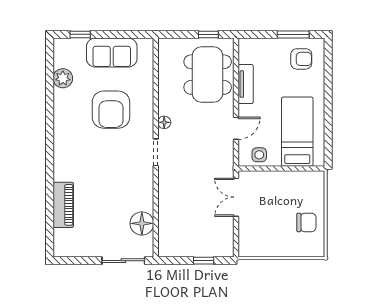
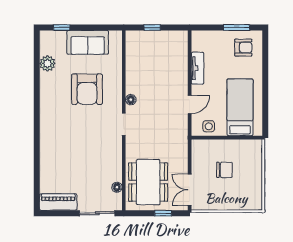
window: (208, 34) -> (152, 28), moved
dining table: (208, 75) -> (148, 182), moved
double door: (236, 197) -> (190, 190), moved
piano: (63, 205) -> (58, 202), moved, turned -90
chair: (306, 222) -> (224, 170), moved
floor lamp: (142, 223) -> (117, 187), width x0.53, depth x0.53

